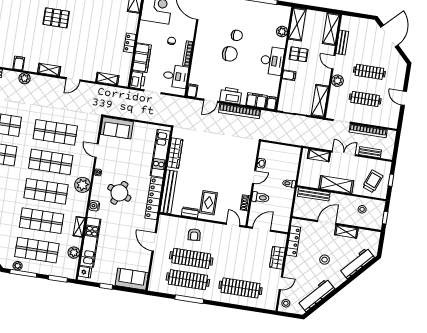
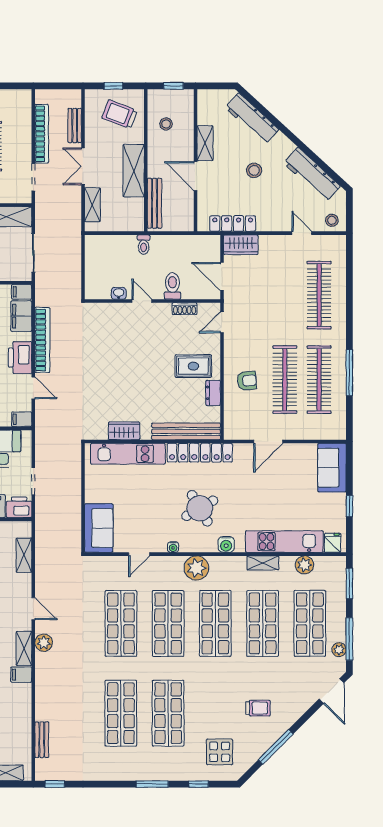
filing cabinet: (19, 63) -> (21, 675), moved
plant: (25, 78) -> (44, 643), moved
wardrobe: (175, 153) -> (124, 431), width x0.67
round table: (119, 193) -> (200, 508), turned 37
wardrobe: (277, 258) -> (241, 245), moved

